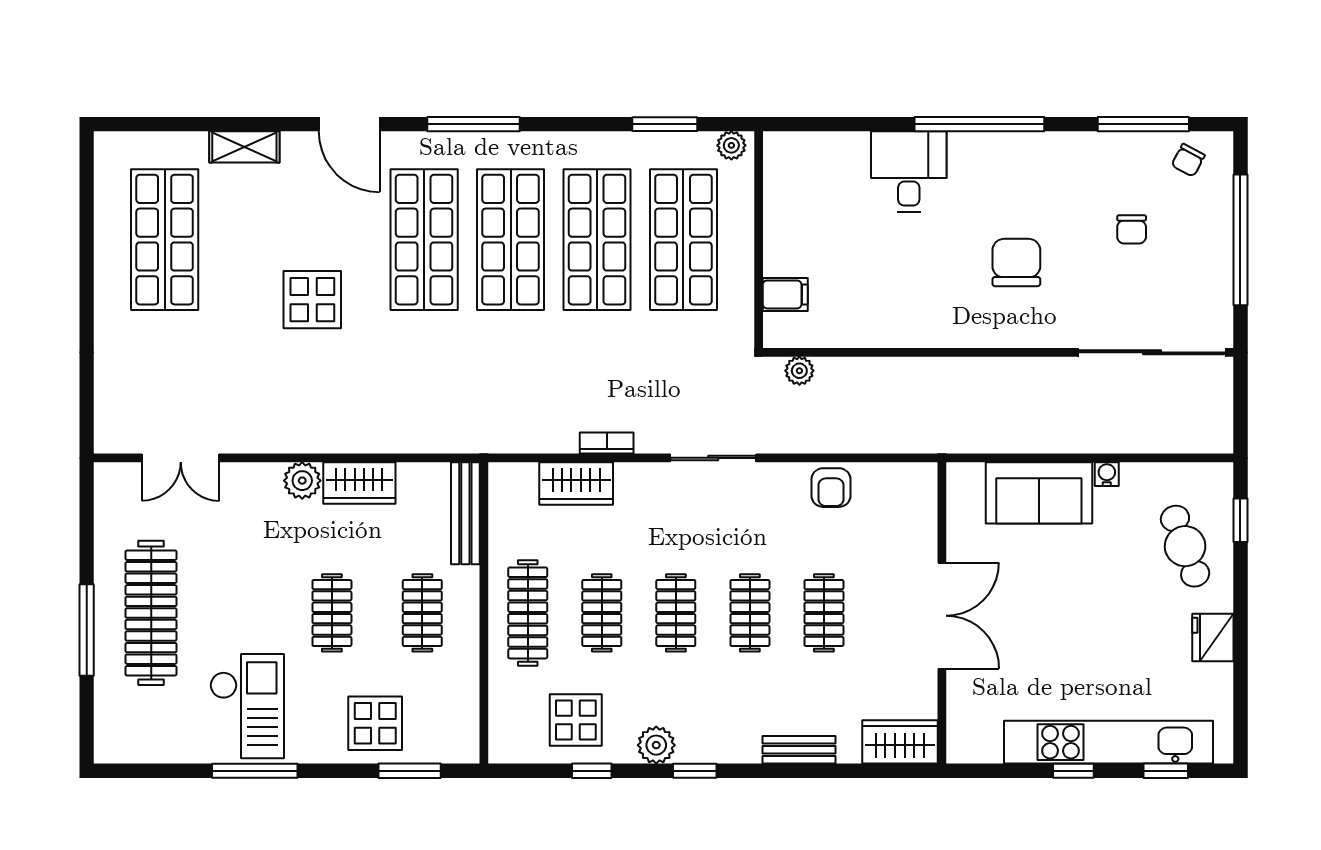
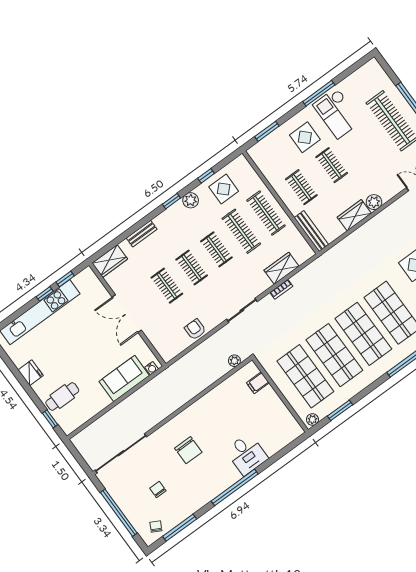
water cooler: (1107, 474) -> (152, 368), moved
cafe table: (1185, 546) -> (62, 397), turned -70
clothes rail: (602, 613) -> (241, 231), width x1.36
display table: (375, 723) -> (305, 137), moved
window: (1166, 771) -> (65, 279), moved

